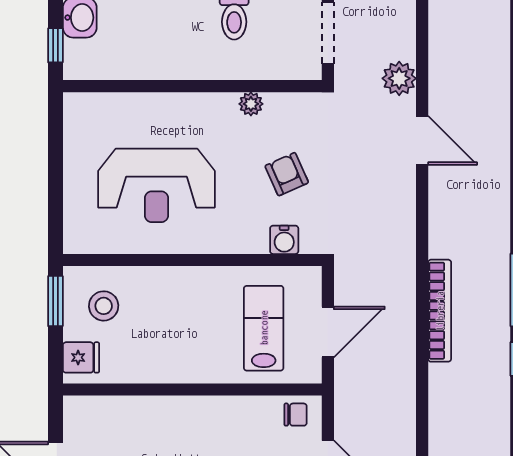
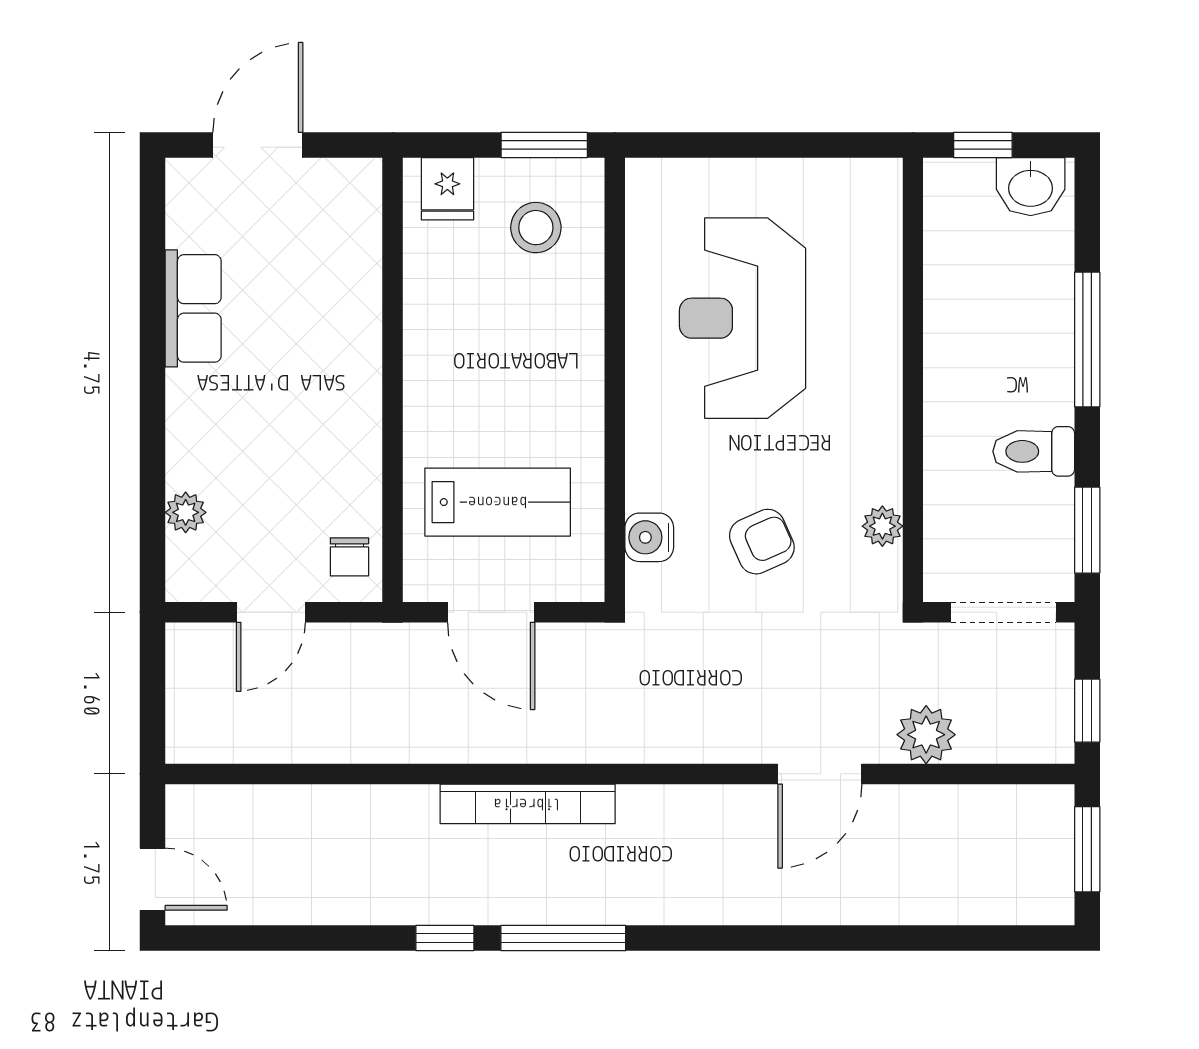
plant: (251, 104) -> (882, 526), moved

